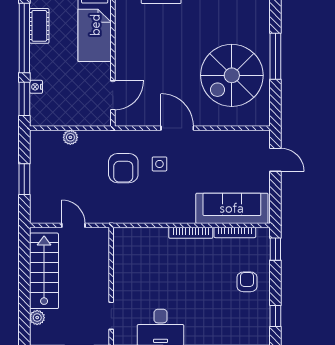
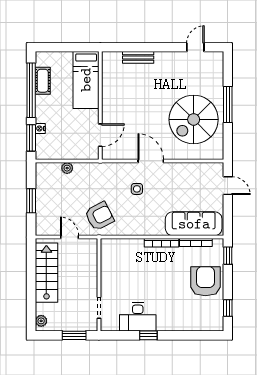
armchair: (123, 168) -> (99, 216), moved, turned -117
armchair: (247, 282) -> (205, 281), width x1.88, depth x1.88
plant: (37, 318) -> (41, 321), moved

